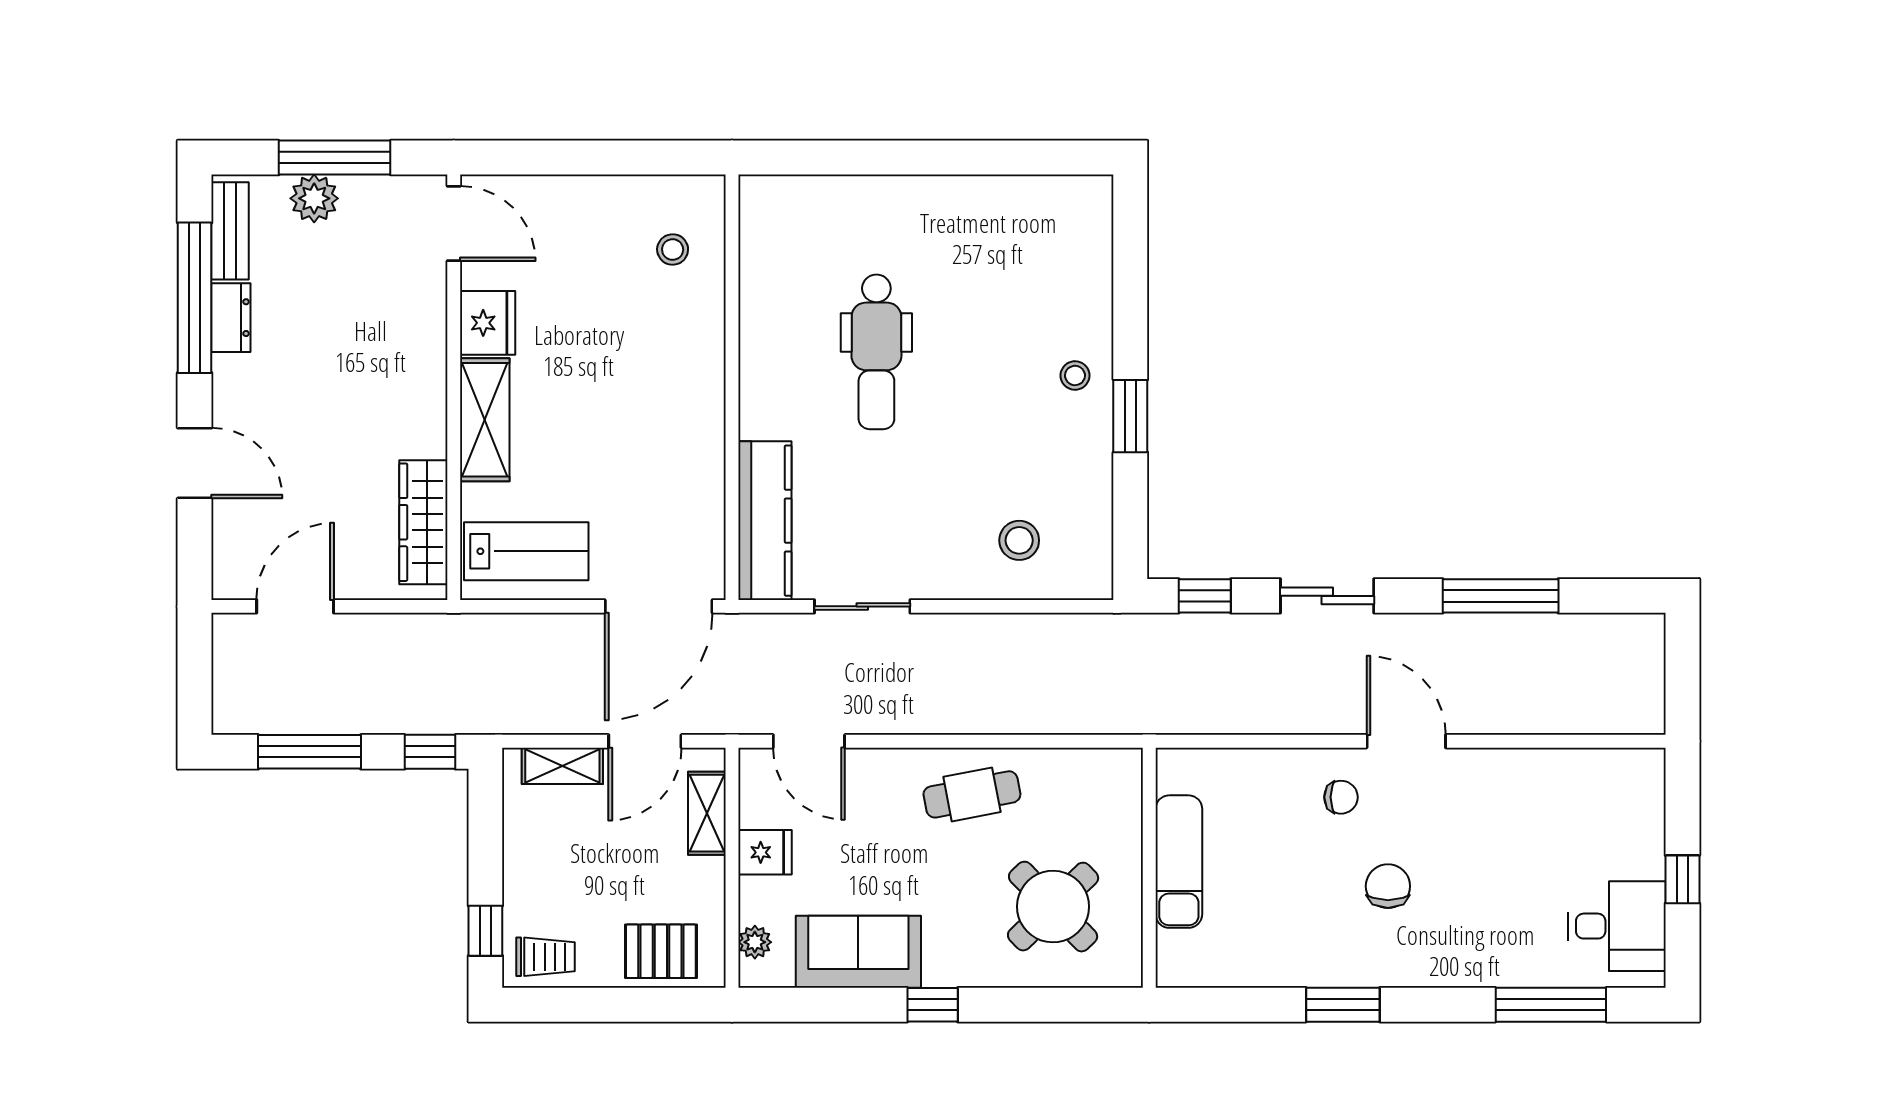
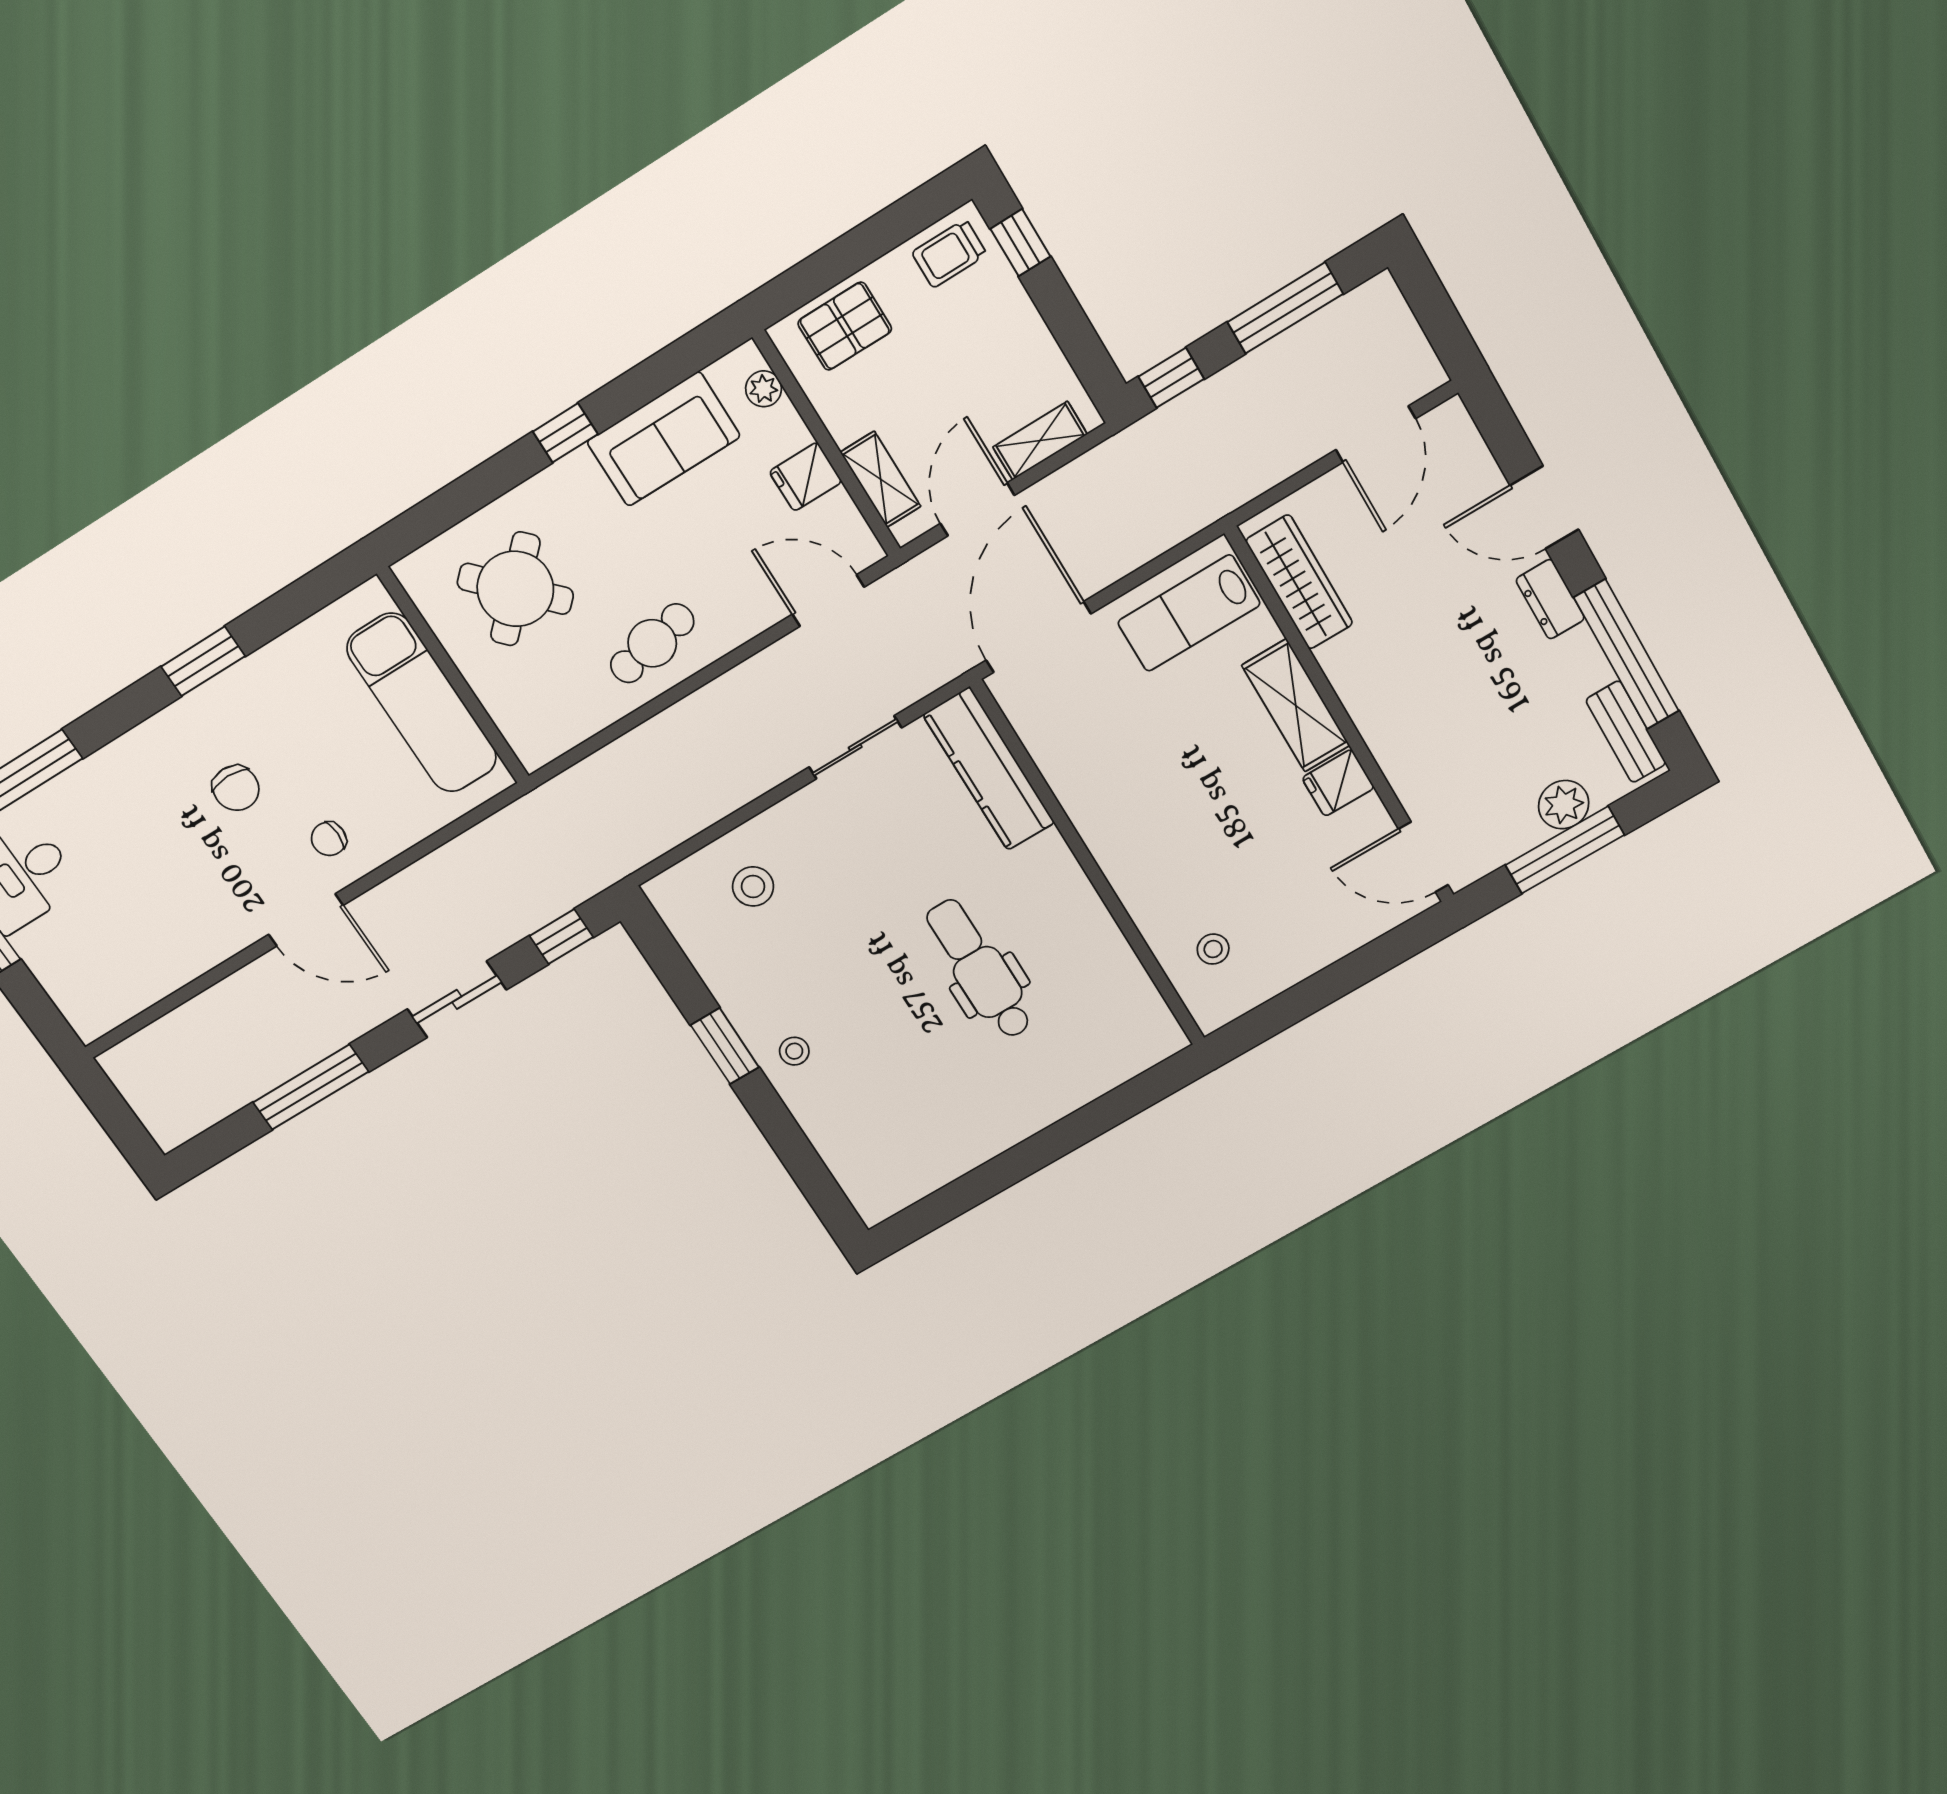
dresser: (231, 318) -> (1550, 599), moved
fridge: (488, 323) -> (1338, 783), width x0.72
exam couch: (1179, 862) -> (422, 703), width x1.36, depth x1.45

